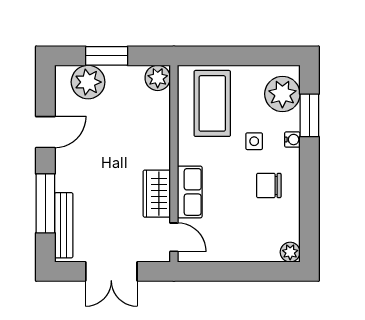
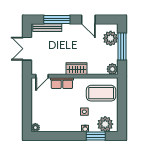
window: (107, 56) -> (122, 46), width x1.44
chair: (269, 185) -> (65, 118), removed
wardrobe: (157, 194) -> (76, 69), moved

